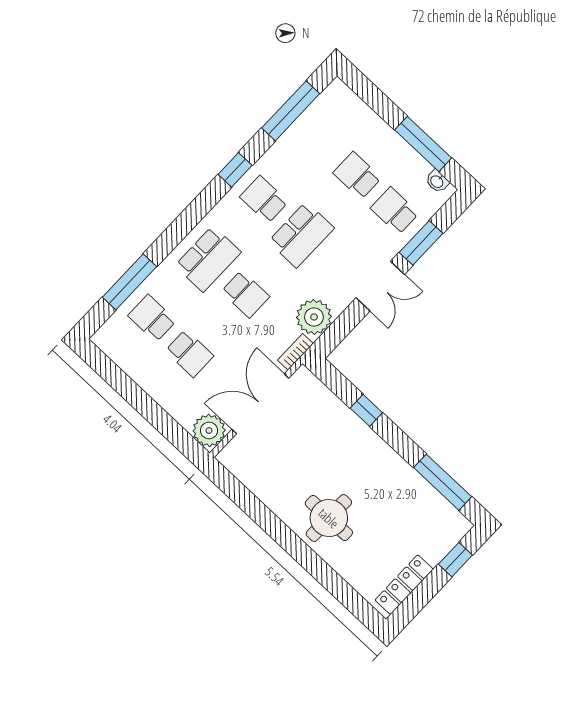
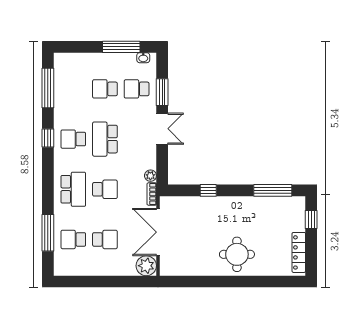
school desk: (301, 235) -> (105, 139), turned 180
plant: (314, 317) -> (150, 176), width x0.53, depth x0.53

